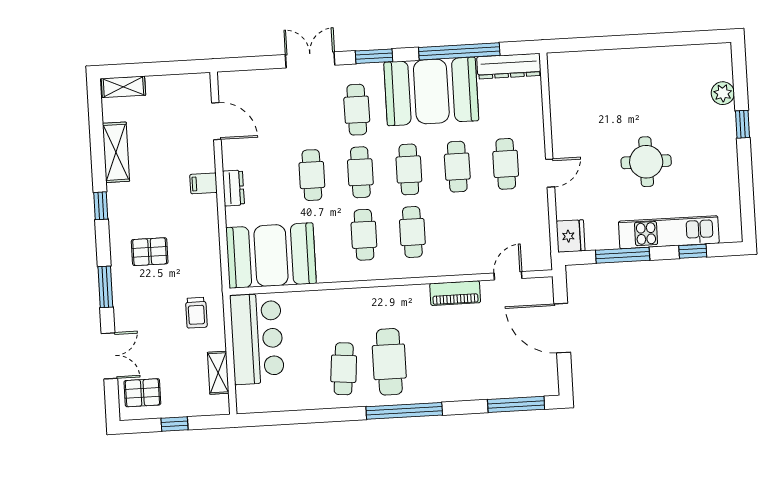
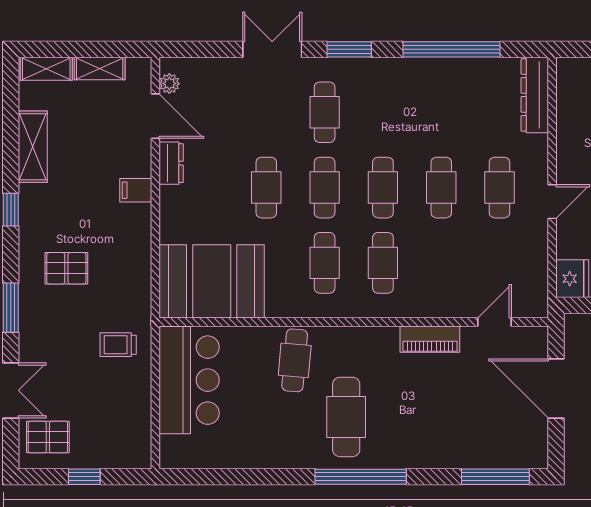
dresser: (509, 66) -> (535, 95), moved, turned 90
booth: (431, 91) -> (415, 96), removed
plant: (226, 93) -> (169, 84), added
dresser: (233, 188) -> (171, 163), moved
trolley: (196, 313) -> (118, 345), turned 90
cafe table: (344, 369) -> (295, 360), moved
shelving: (218, 373) -> (100, 68), moved, turned 90

